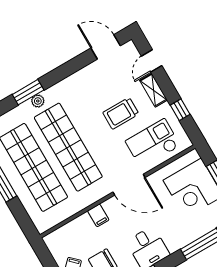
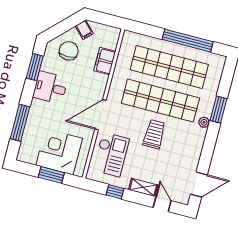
plant: (38, 101) -> (204, 122), moved
trolley: (121, 113) -> (154, 134), moved
filing cabinet: (98, 215) -> (105, 61), moved, width x2.00

